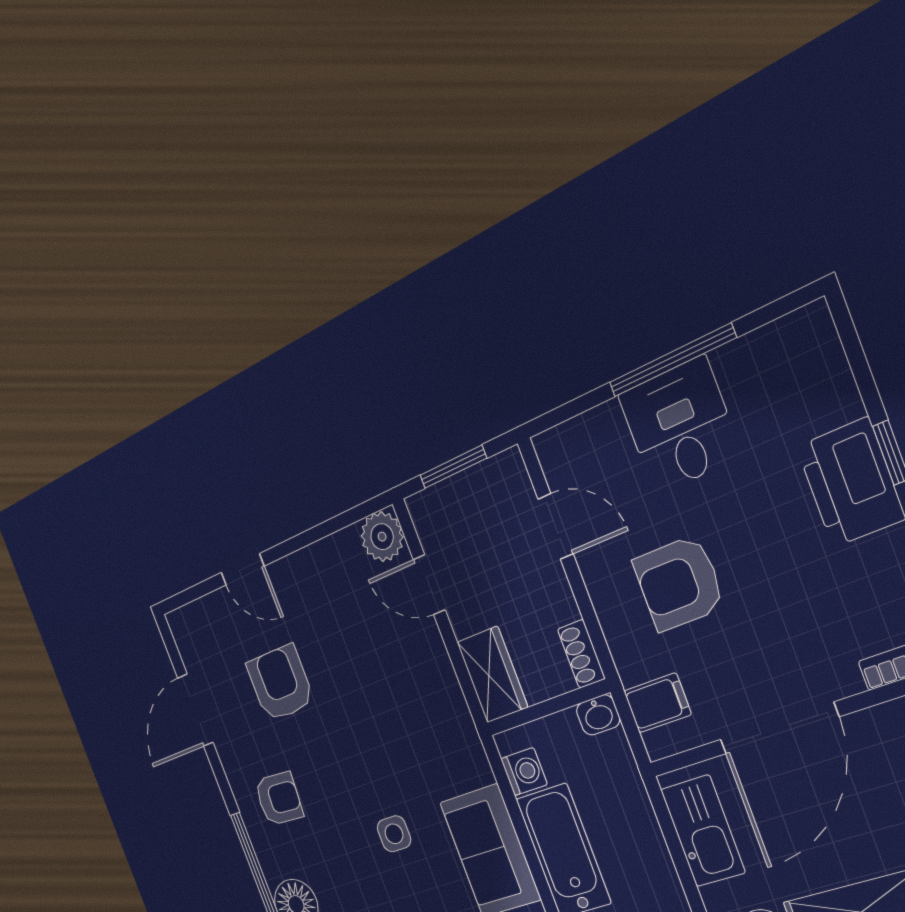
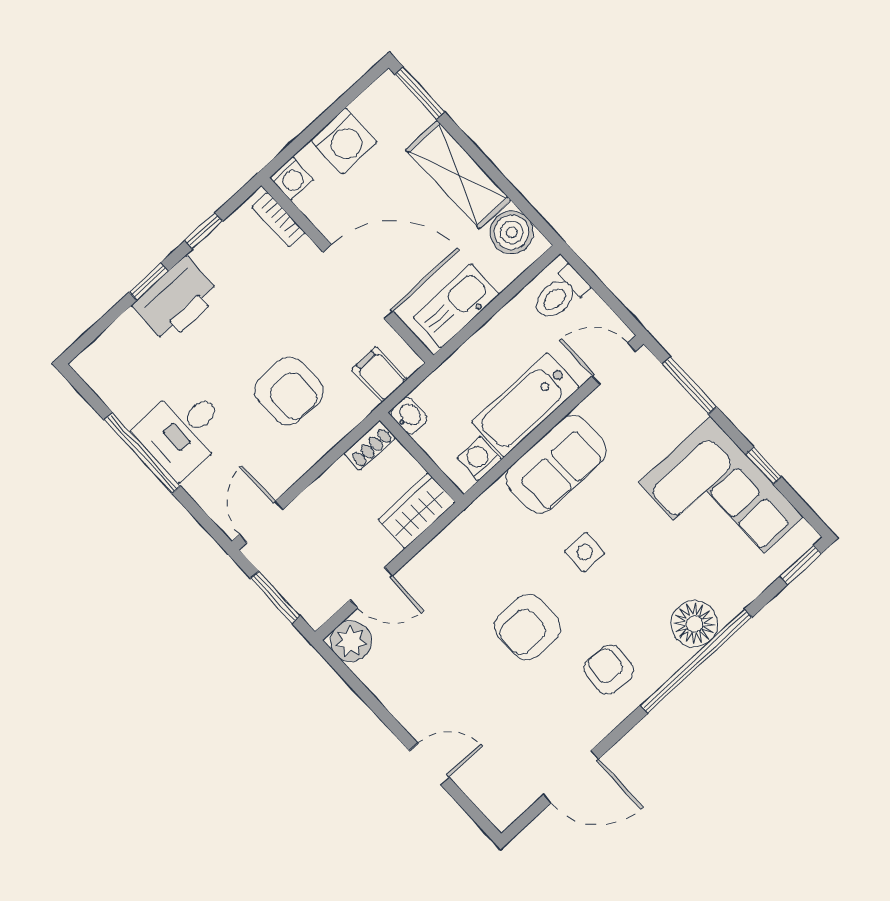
door: (556, 526) -> (261, 522), moved
door: (243, 569) -> (429, 764), hinge flipped
door: (429, 585) -> (371, 588), hinge flipped
armchair: (280, 683) -> (528, 627), moved

